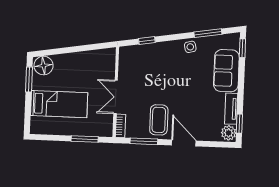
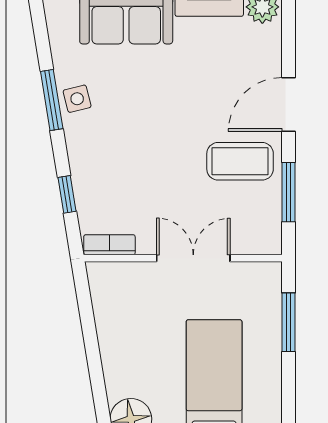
window: (208, 33) -> (52, 100), moved
double door: (116, 97) -> (193, 258), swing flipped
bookcase: (120, 126) -> (109, 245), moved

